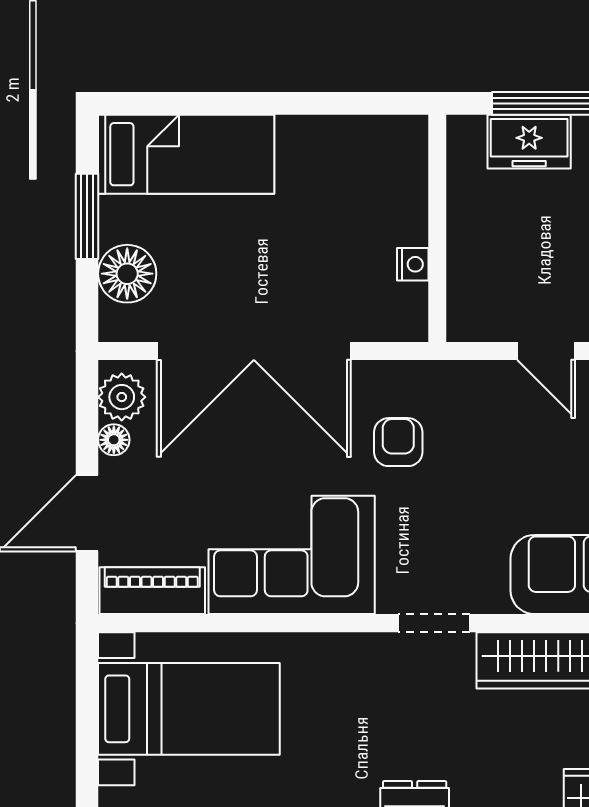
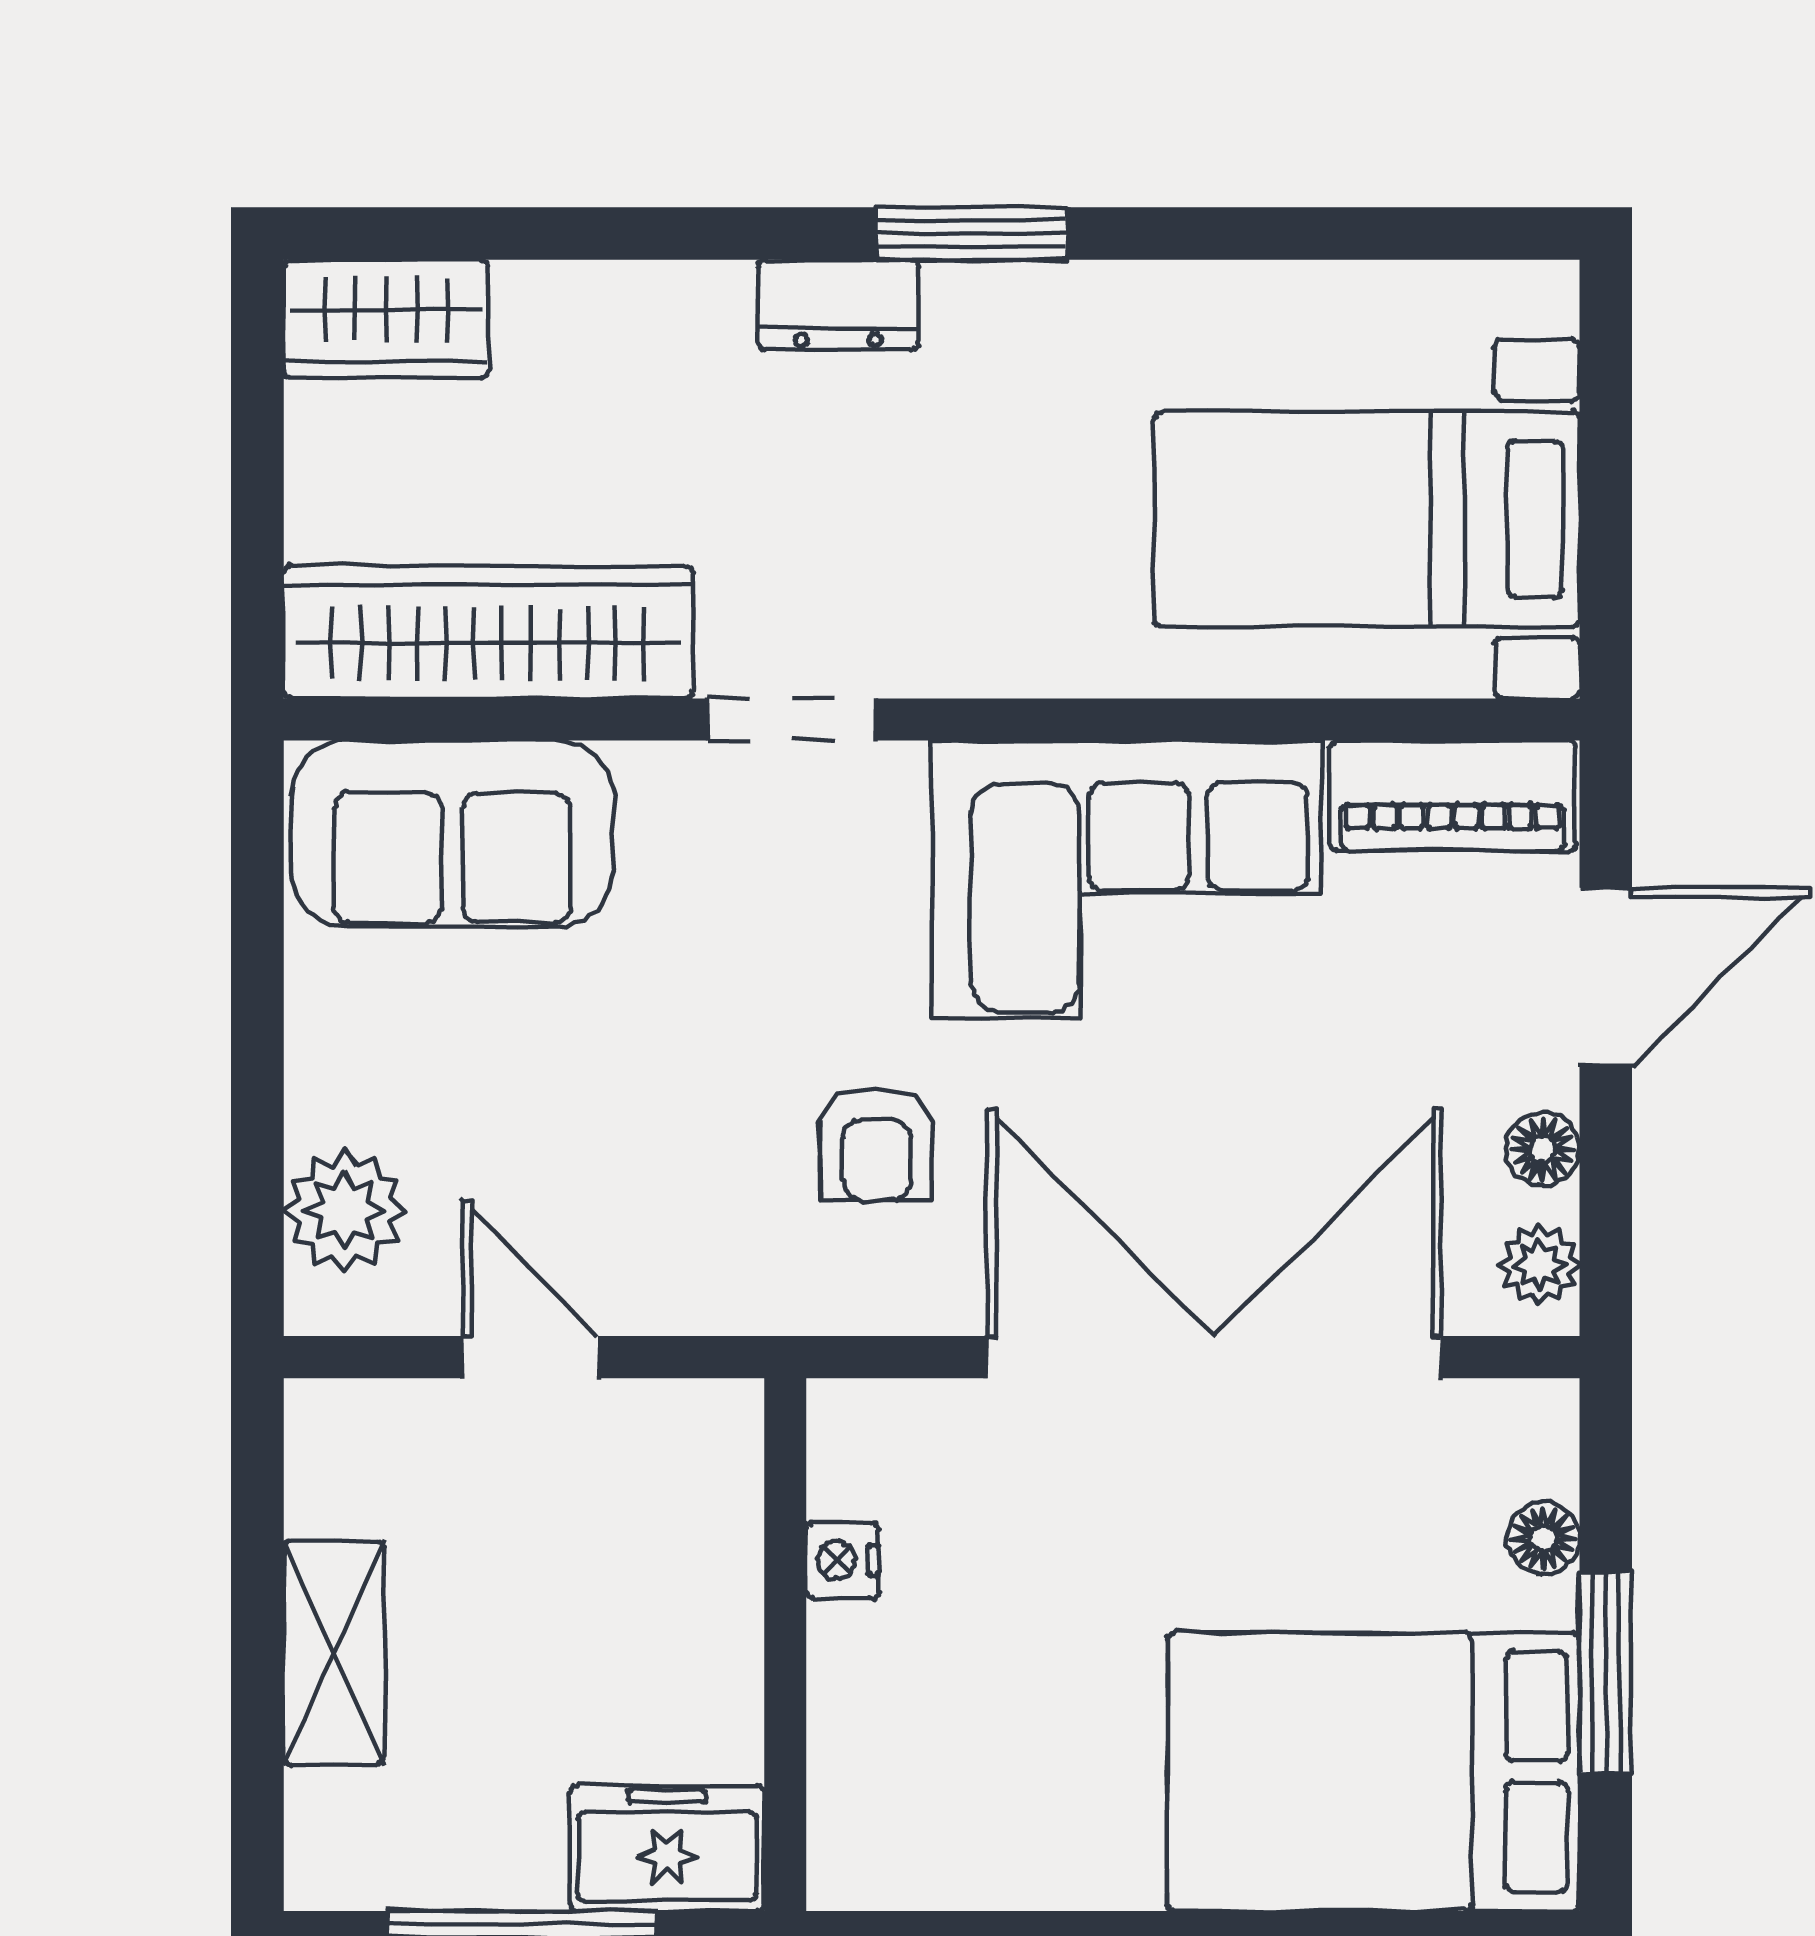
freezer: (529, 142) -> (667, 1848), moved
bed: (186, 154) -> (1373, 1772), width x1.50
floor lamp: (127, 274) -> (1543, 1538), width x0.53, depth x0.53
plant: (122, 397) -> (1539, 1264), width x0.73, depth x0.73

